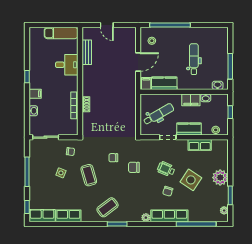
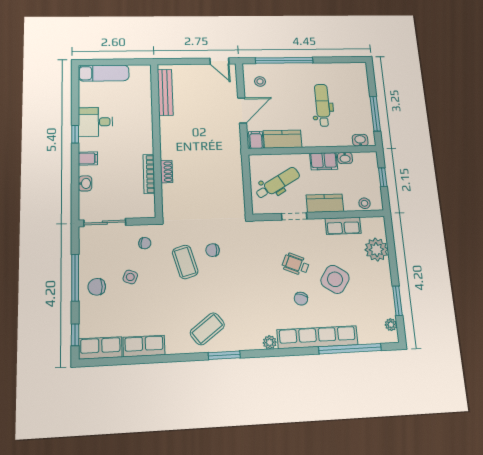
door: (107, 25) -> (219, 61), moved
exam couch: (61, 33) -> (104, 73), moved
bench: (87, 52) -> (165, 92), width x1.36
desk: (67, 65) -> (96, 122), moved, turned 180
chair: (134, 167) -> (97, 287), moved
coffee table: (89, 175) -> (185, 262), moved
plant: (220, 178) -> (376, 250), moved
row of seats: (169, 216) -> (317, 337), width x1.36

